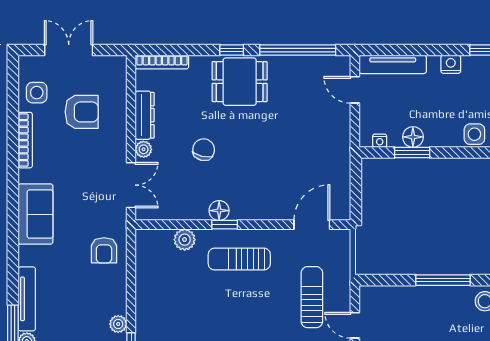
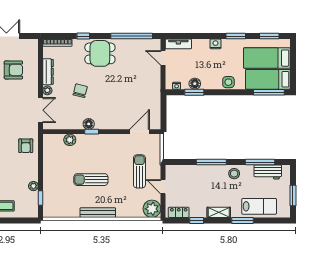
window: (232, 50) -> (83, 36), moved
tv unit: (393, 64) -> (178, 44), width x0.71
sun lounger: (239, 259) -> (91, 180), moved

